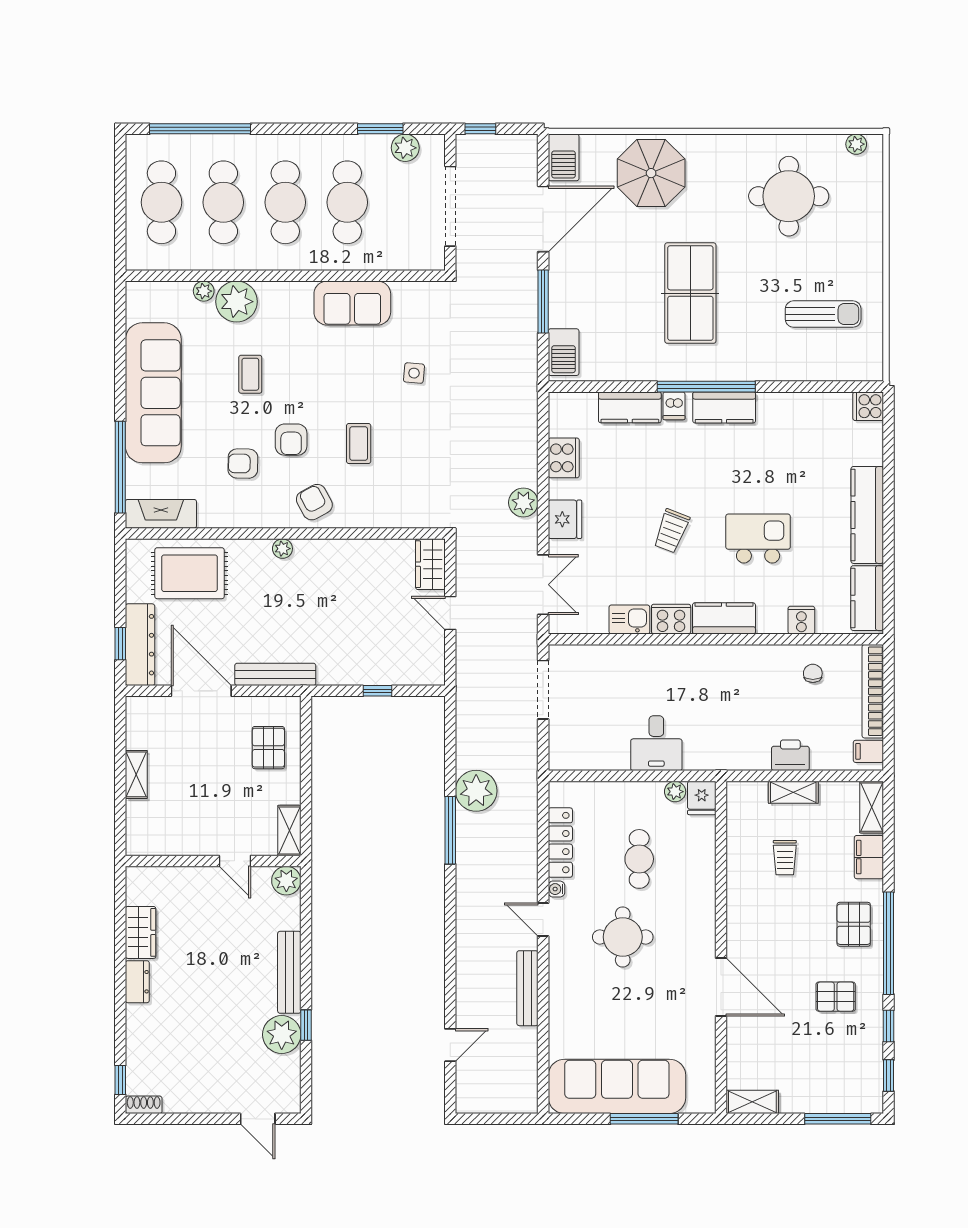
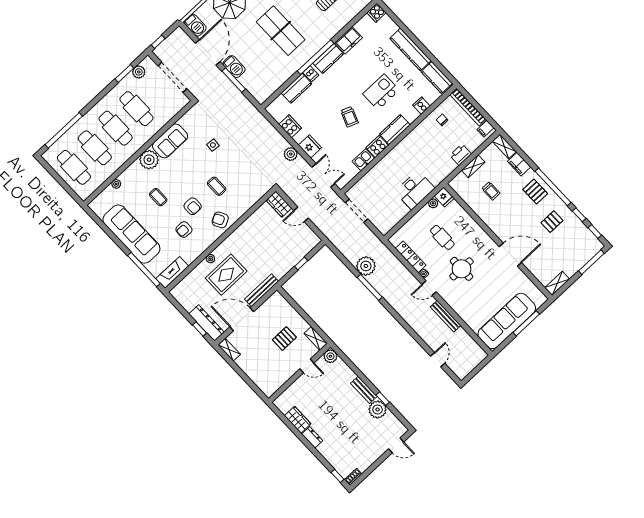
plant: (237, 302) -> (149, 160), moved
barbecue: (564, 352) -> (234, 67), moved
freezer: (783, 409) -> (349, 40), added
plant: (282, 549) -> (210, 259), moved
rug: (190, 573) -> (226, 275), moved
desk: (656, 743) -> (415, 190), width x1.37
pallet: (268, 748) -> (284, 339), moved, turned 90
shelving: (136, 774) -> (229, 350), moved
bench: (289, 972) -> (364, 390), width x0.73

